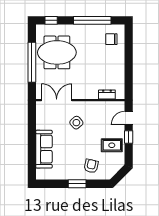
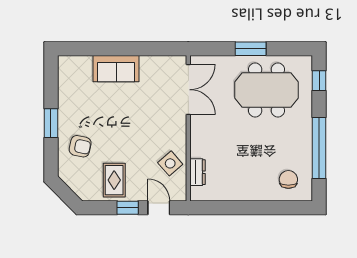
meeting table: (57, 52) -> (266, 90), turned 90
window: (32, 62) -> (251, 49), width x0.47
side table: (76, 123) -> (170, 163), moved
sofa: (44, 149) -> (116, 69), width x0.73

